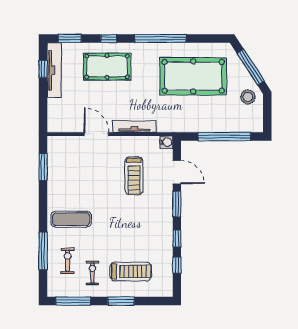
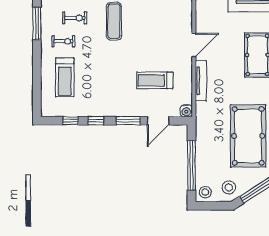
stool: (253, 122) -> (205, 192), added
window: (121, 301) -> (37, 68), removed

